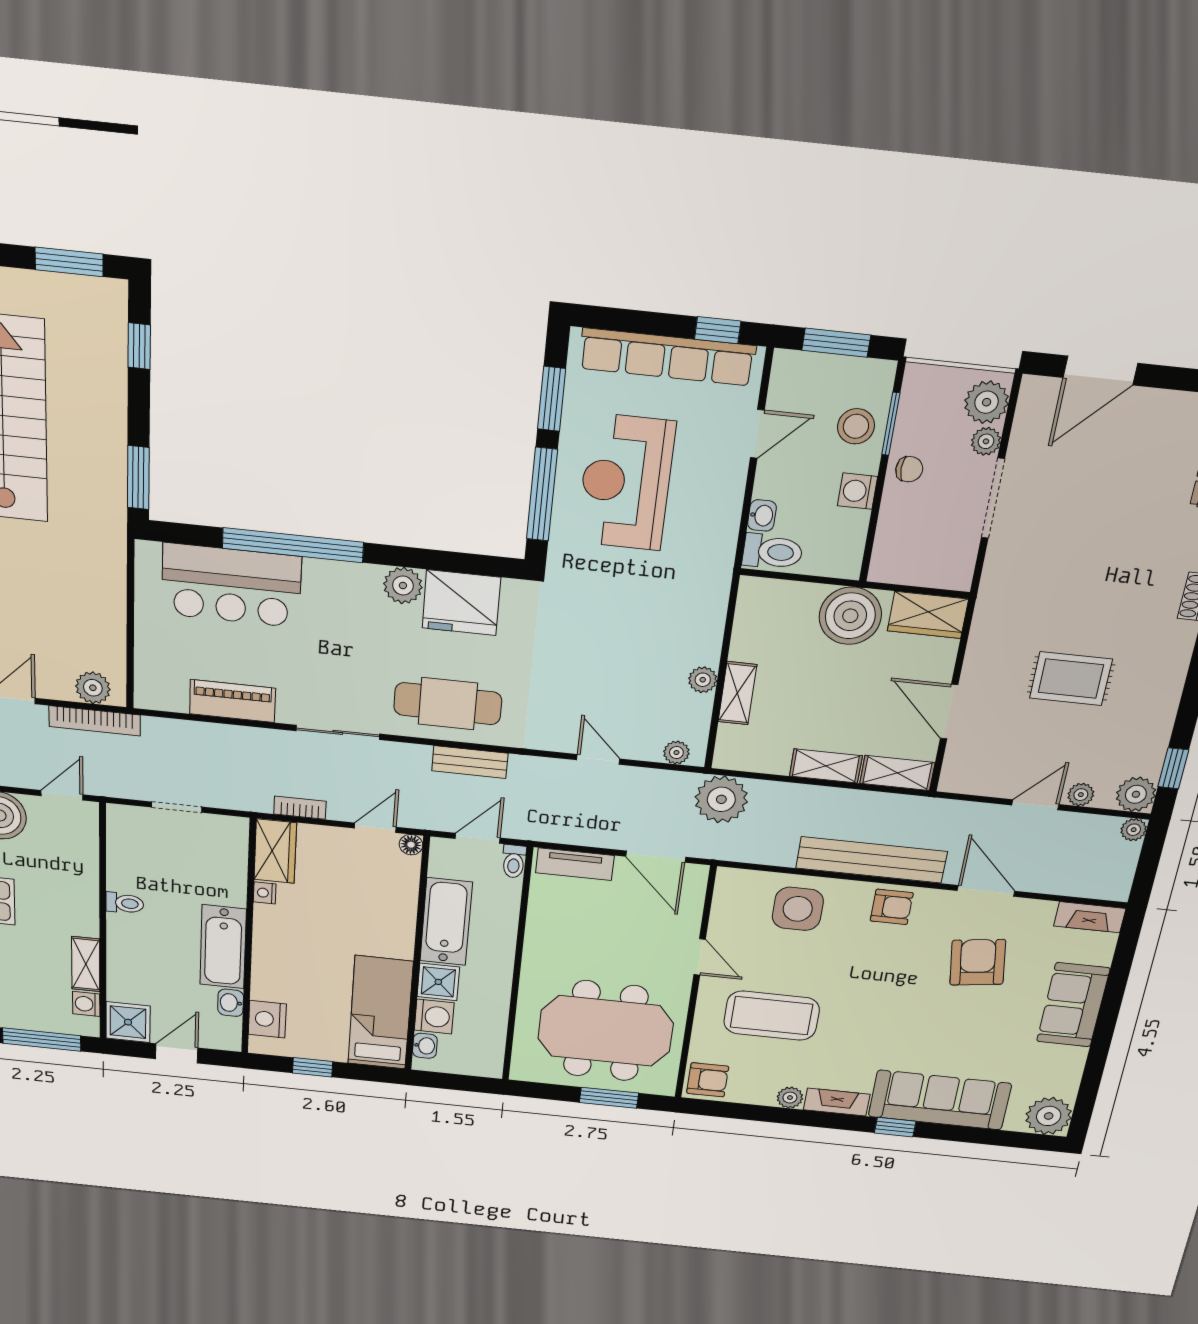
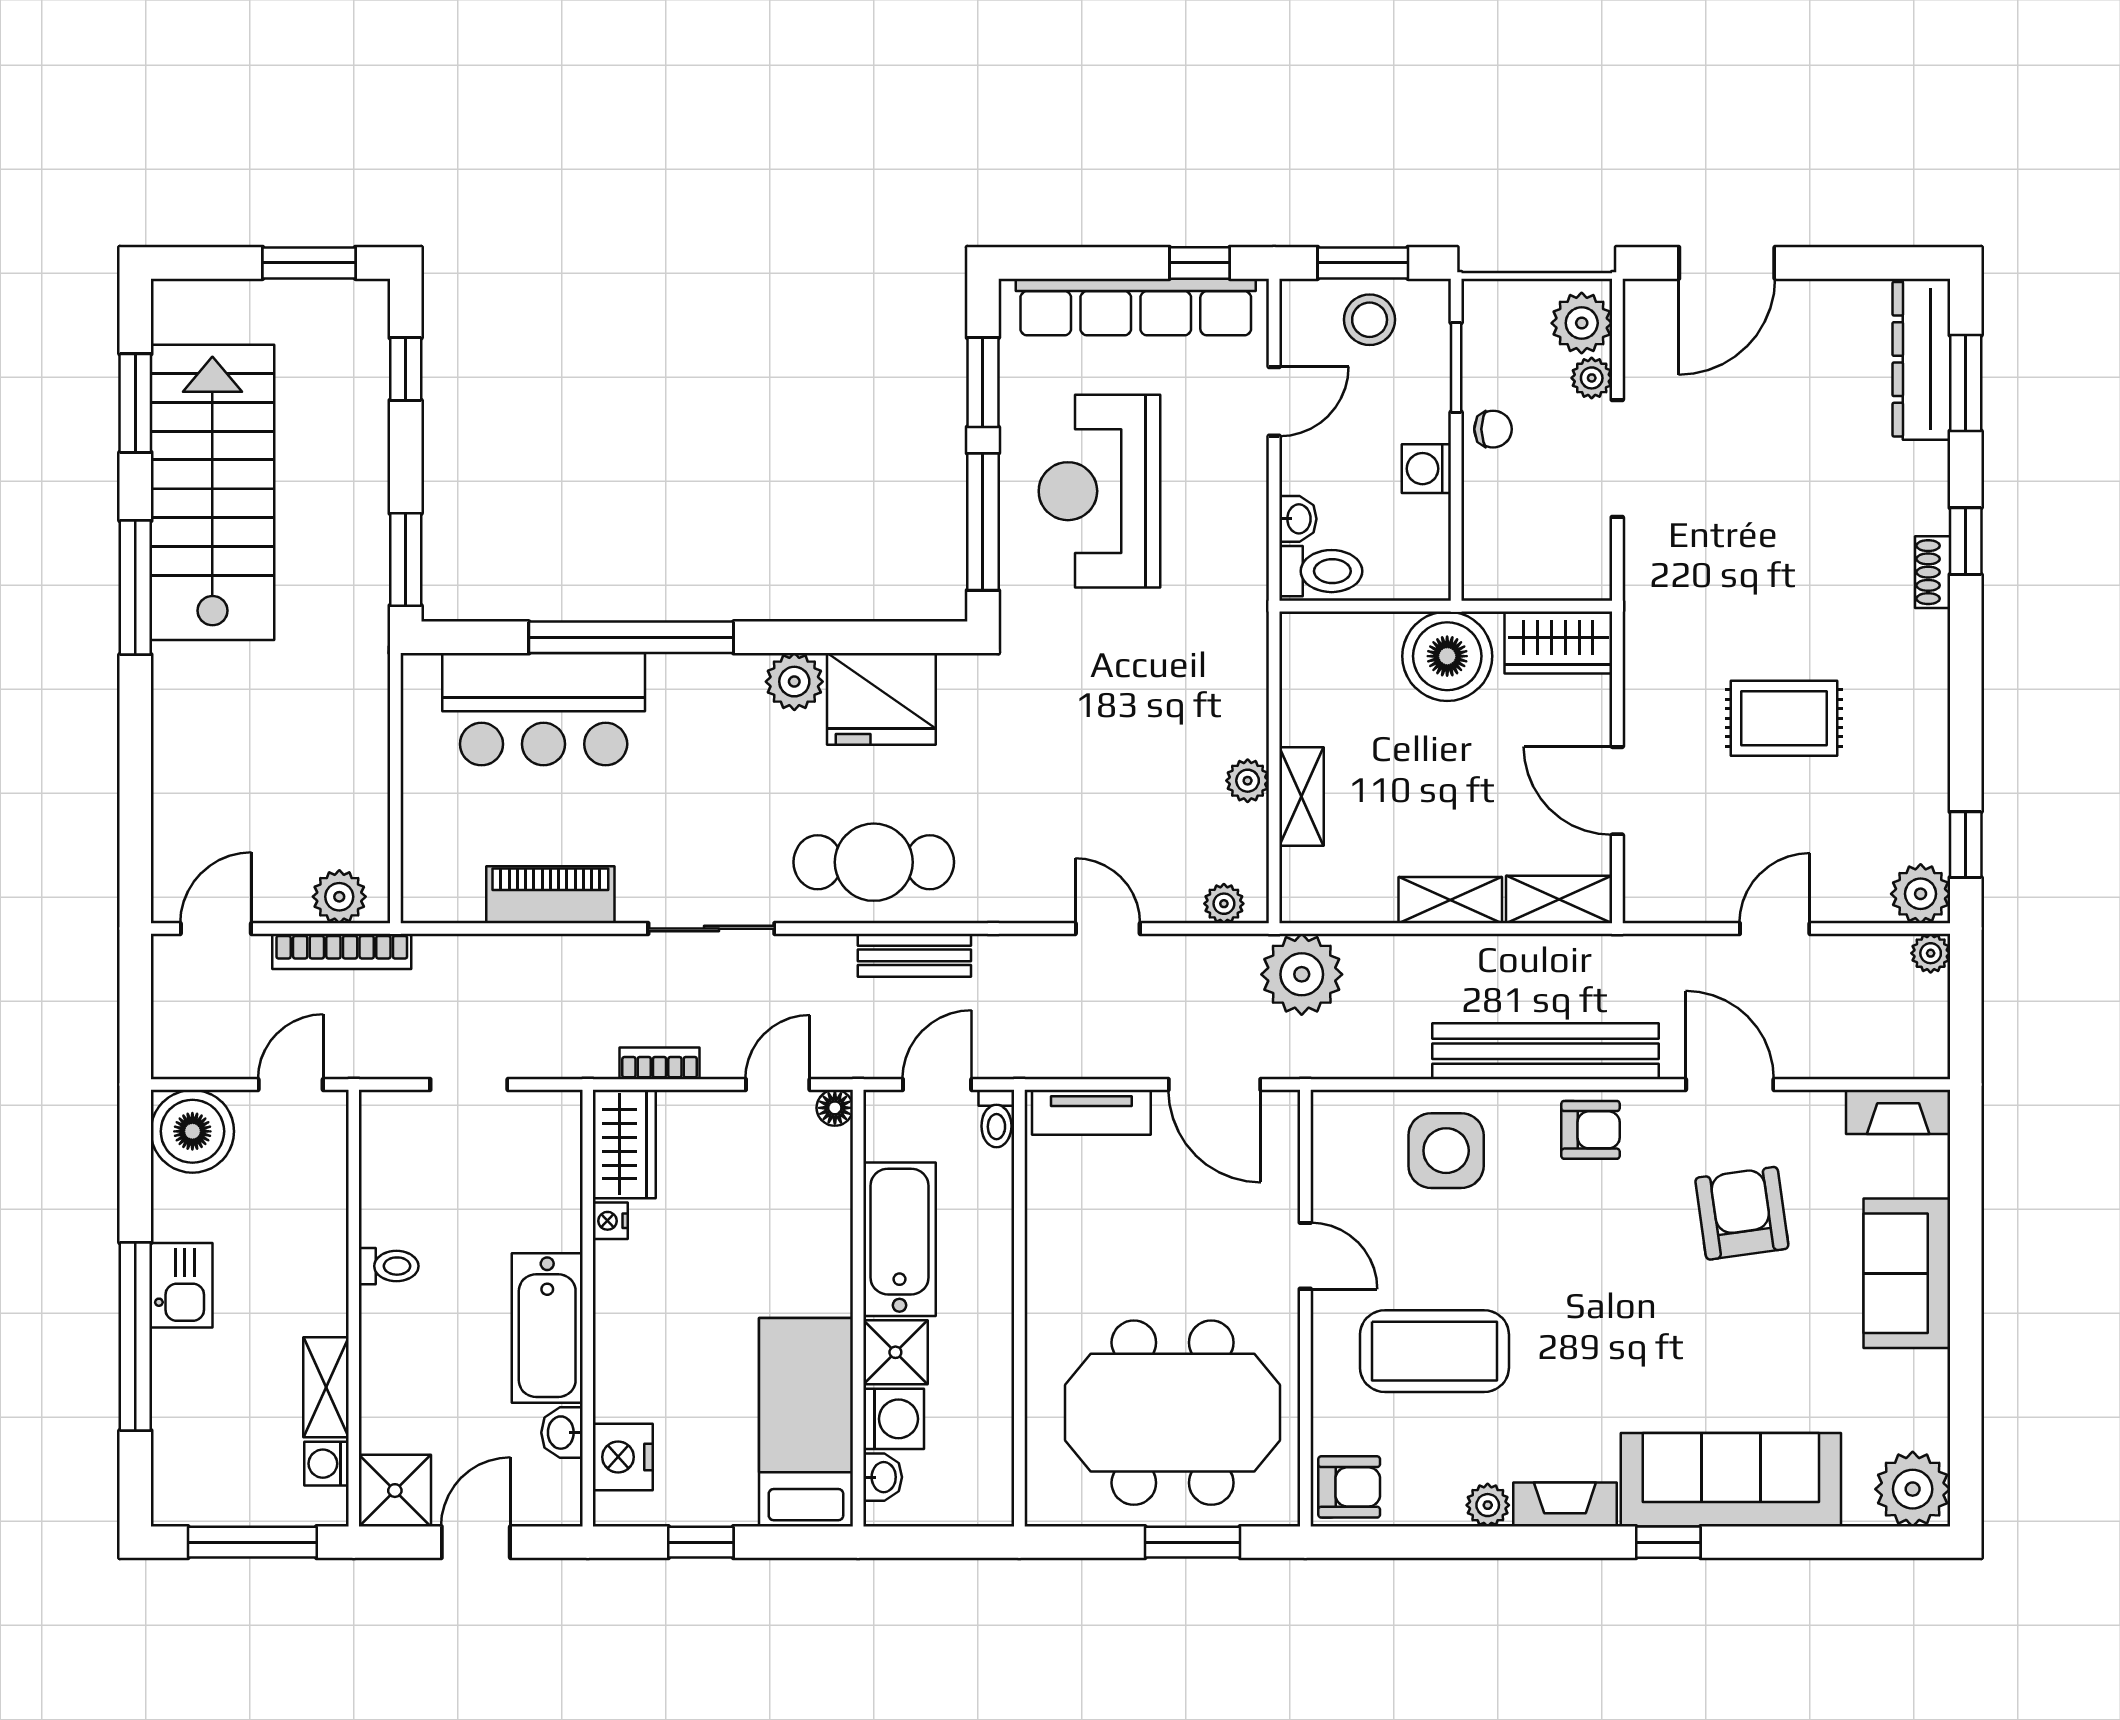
stool: (856, 426) -> (1370, 320), moved
plant: (1081, 795) -> (1839, 904), removed

